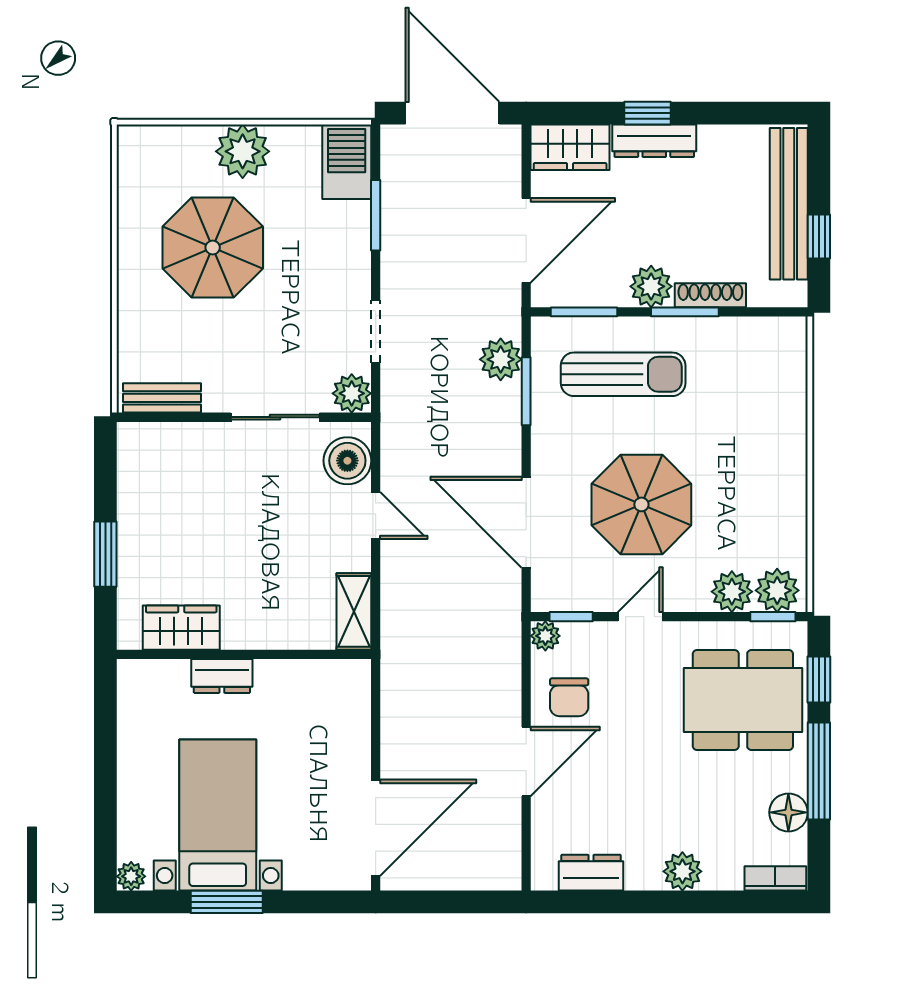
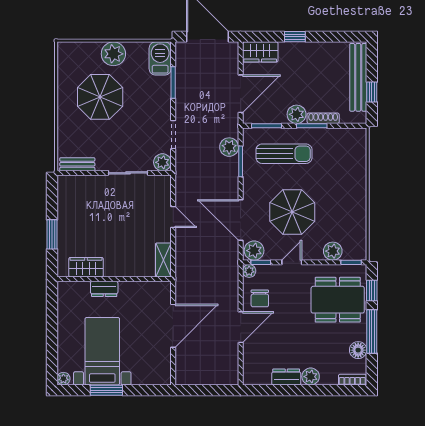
dresser: (654, 141) -> (298, 49), removed
boiler: (347, 461) -> (160, 192), removed
plant: (777, 590) -> (254, 251), moved
door: (376, 828) -> (173, 326), moved
dresser: (591, 873) -> (286, 377), moved

